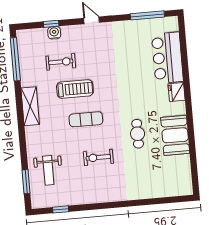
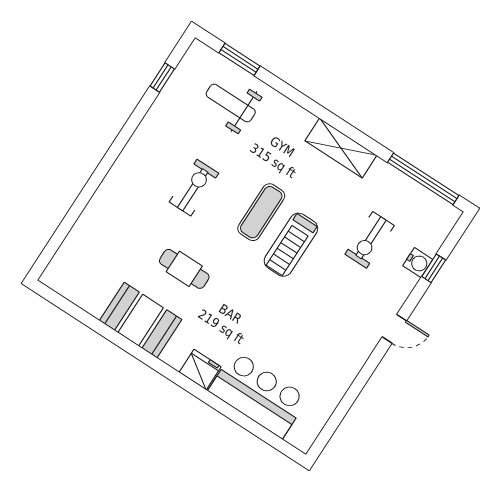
window: (147, 15) -> (340, 413), removed
treadmill: (75, 89) -> (291, 245), moved

